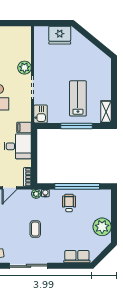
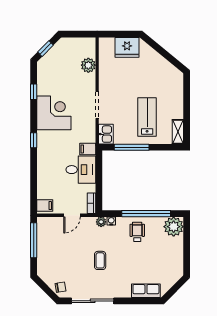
plant: (24, 68) -> (88, 65), moved
window: (77, 126) -> (132, 147), moved
plant: (102, 227) -> (174, 227), moved

